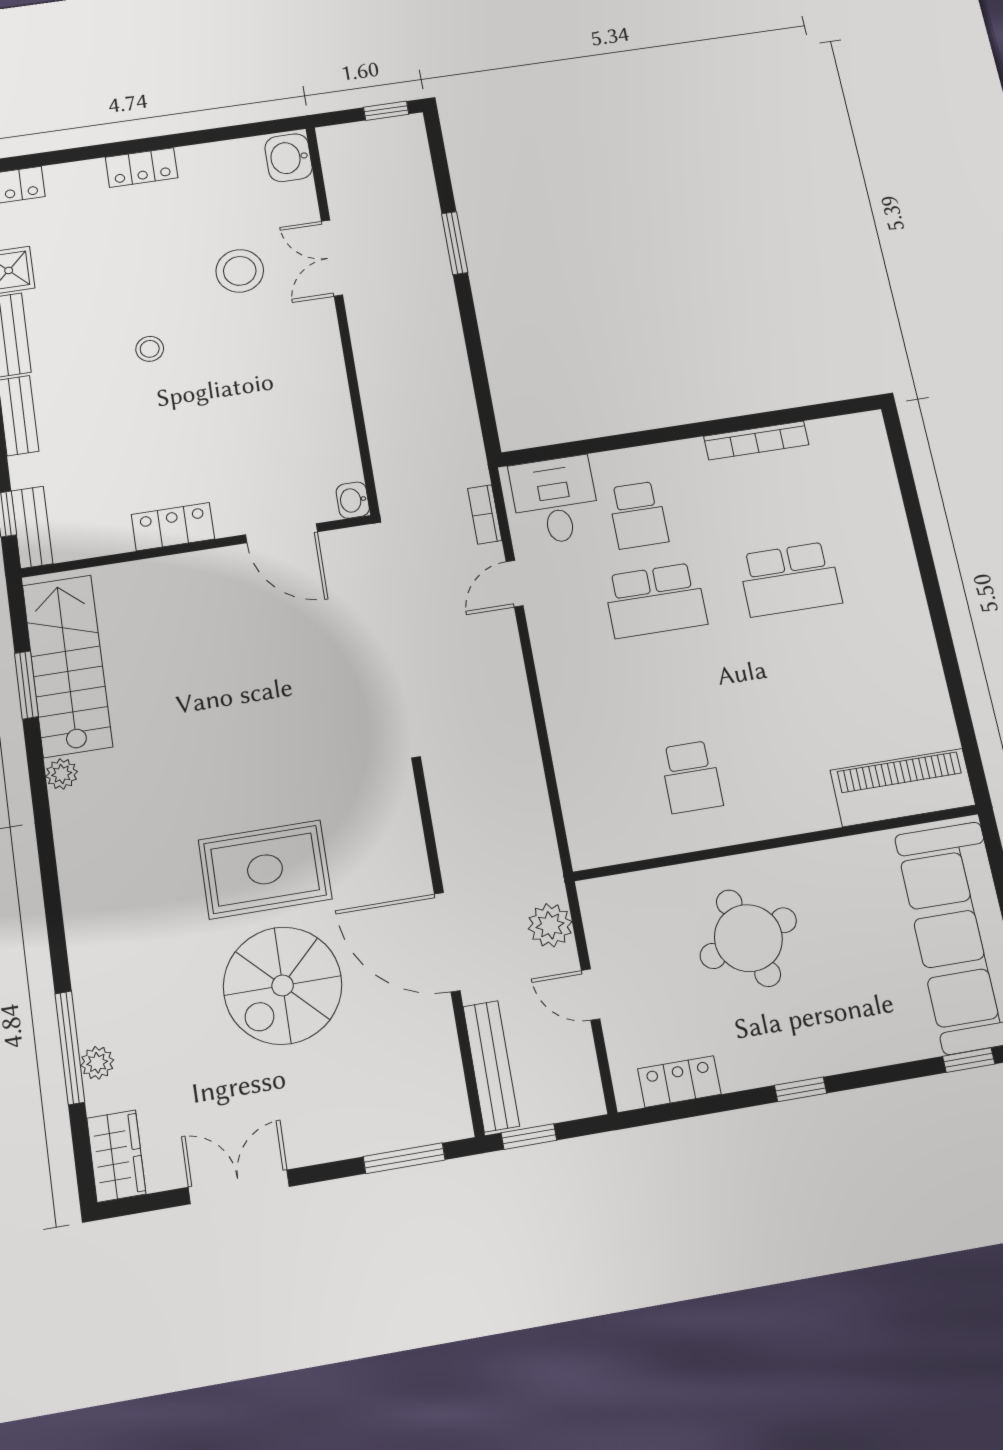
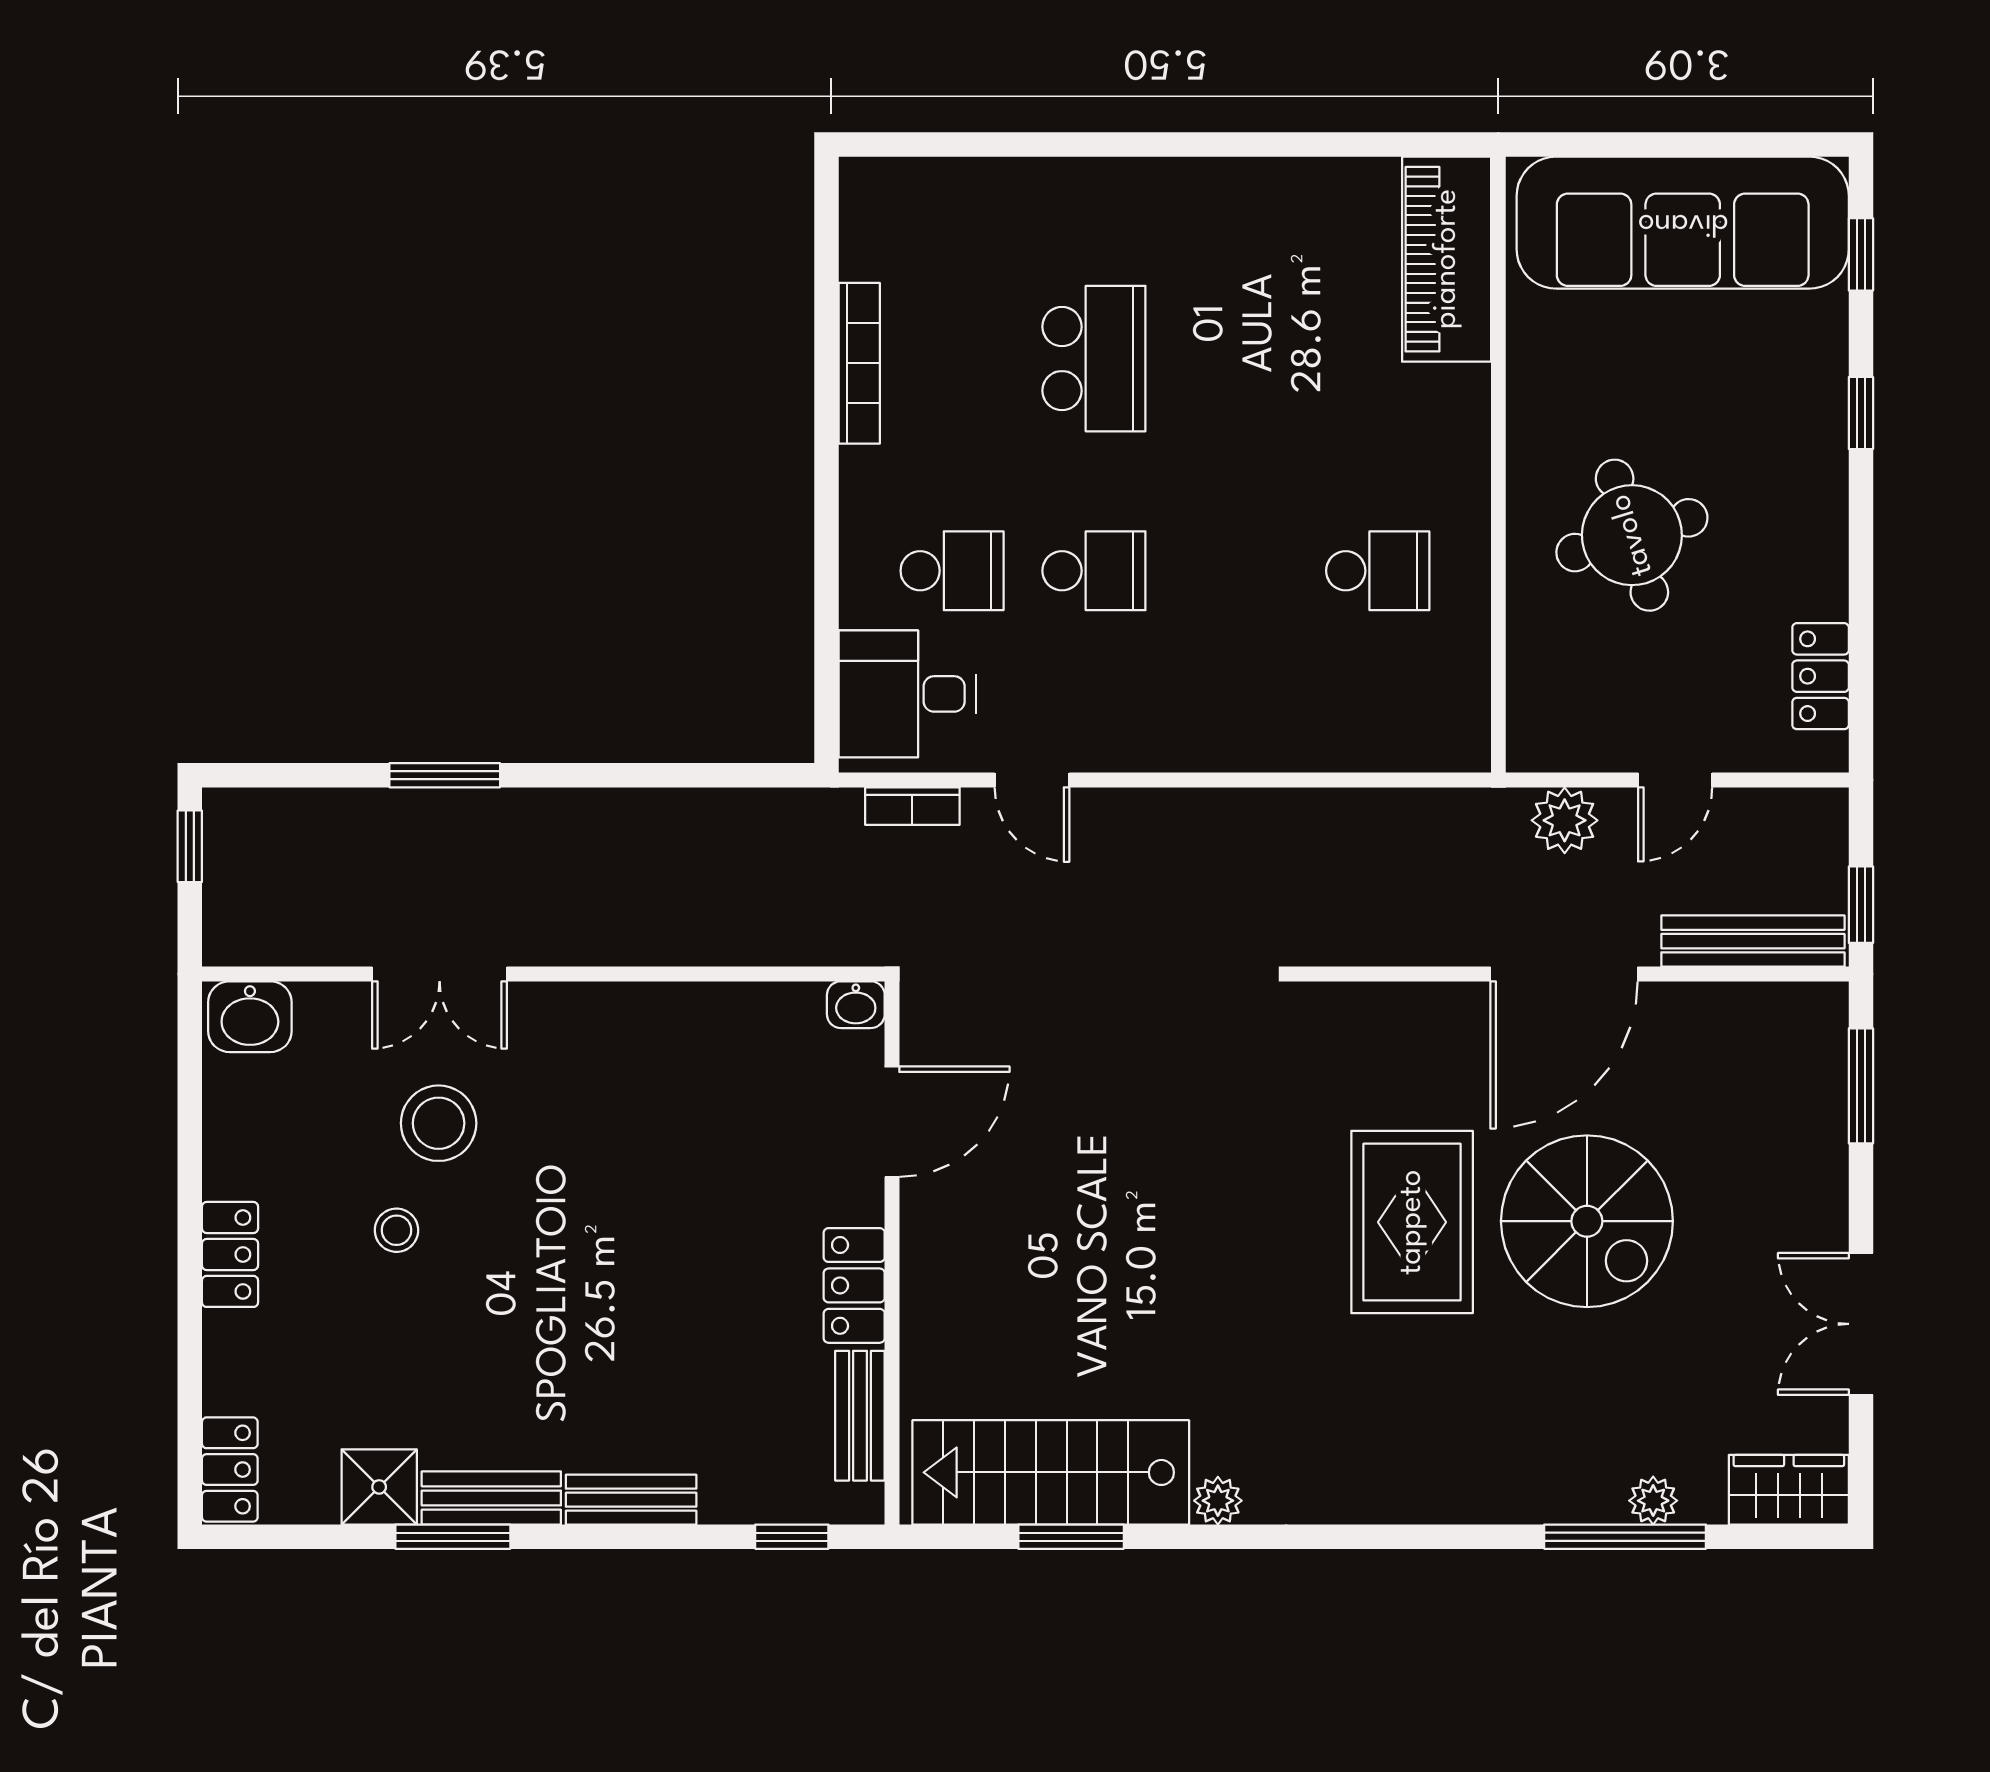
stool: (150, 349) -> (396, 1230), moved
bench: (32, 527) -> (860, 1416), moved, turned 90
school desk: (655, 600) -> (1094, 571), width x0.54
window: (800, 1089) -> (1861, 413), moved

